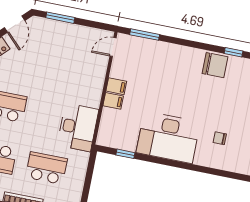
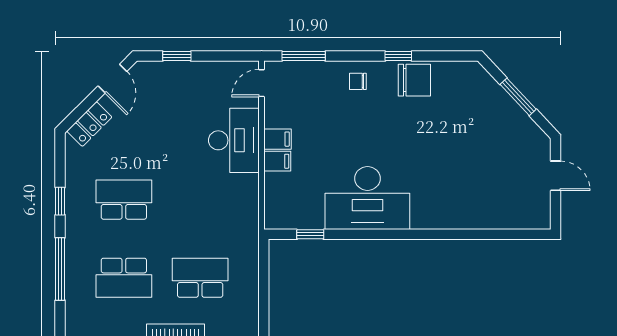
window: (60, 18) -> (177, 56), width x0.67
window: (233, 52) -> (398, 56), moved
desk: (78, 127) -> (234, 140), moved
chair: (220, 138) -> (358, 81), moved

